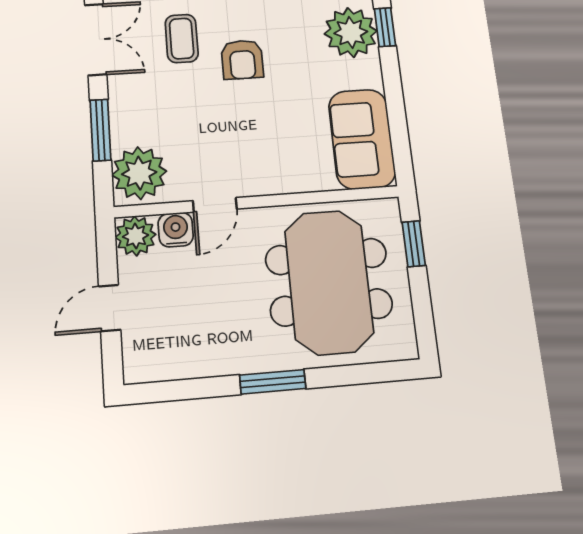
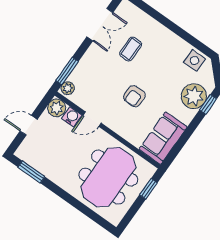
armchair: (242, 60) -> (134, 96), moved
window: (100, 130) -> (67, 71), moved
plant: (139, 173) -> (68, 88), width x0.53, depth x0.53
window: (273, 382) -> (31, 172), moved

